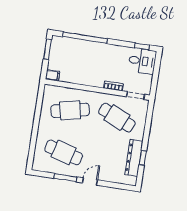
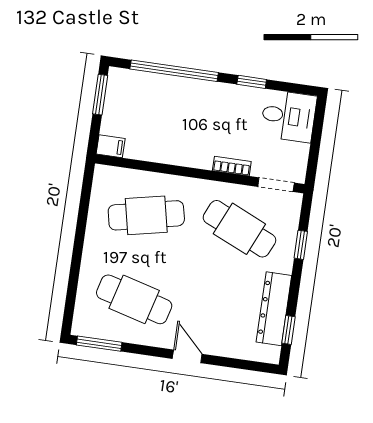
window: (142, 46) -> (252, 82), moved
window: (148, 126) -> (301, 245), added
window: (143, 158) -> (288, 330), moved
window: (65, 178) -> (99, 344), moved
door: (90, 181) -> (187, 356), hinge flipped

